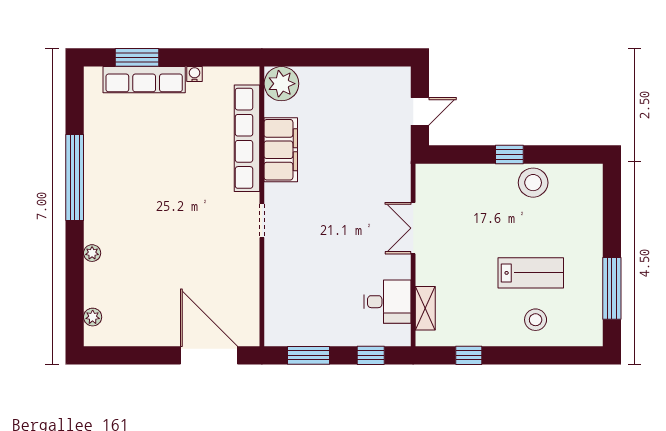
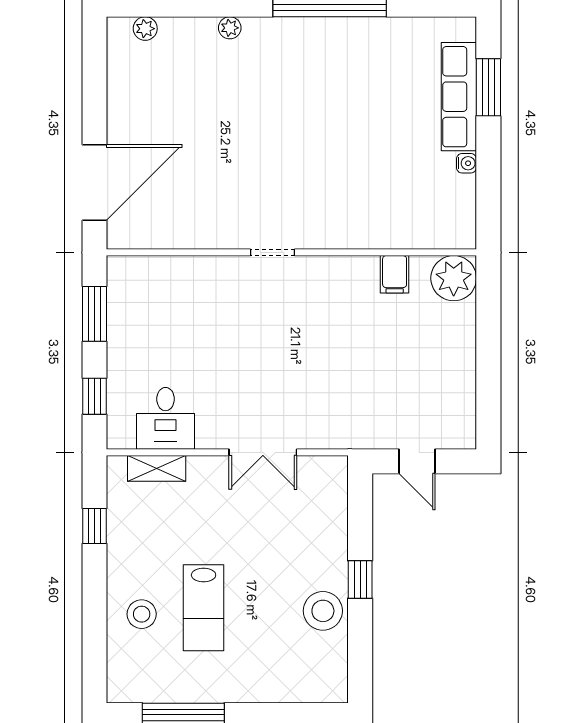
row of seats: (247, 138) -> (382, 233), removed
filing cabinet: (281, 150) -> (395, 274), width x0.33, depth x0.86
double door: (413, 228) -> (263, 452), swing flipped

